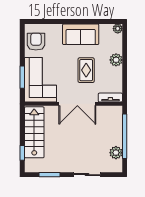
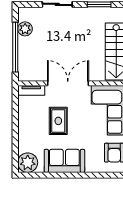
plant: (118, 29) -> (28, 163), width x1.88, depth x1.88
plant: (116, 60) -> (25, 132), removed

